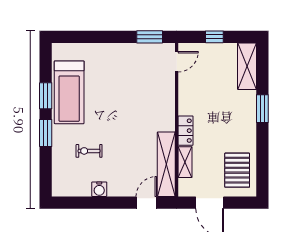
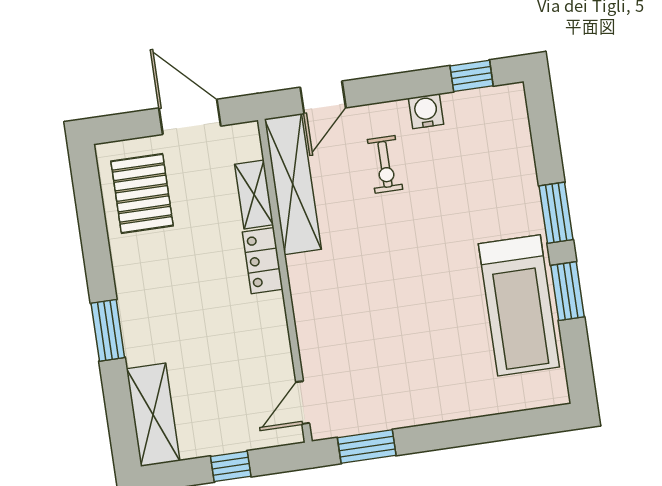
treadmill: (69, 92) -> (519, 305), turned 180
exercise bike: (89, 151) -> (385, 164), moved, turned 90
window: (76, 203) -> (472, 76), added

